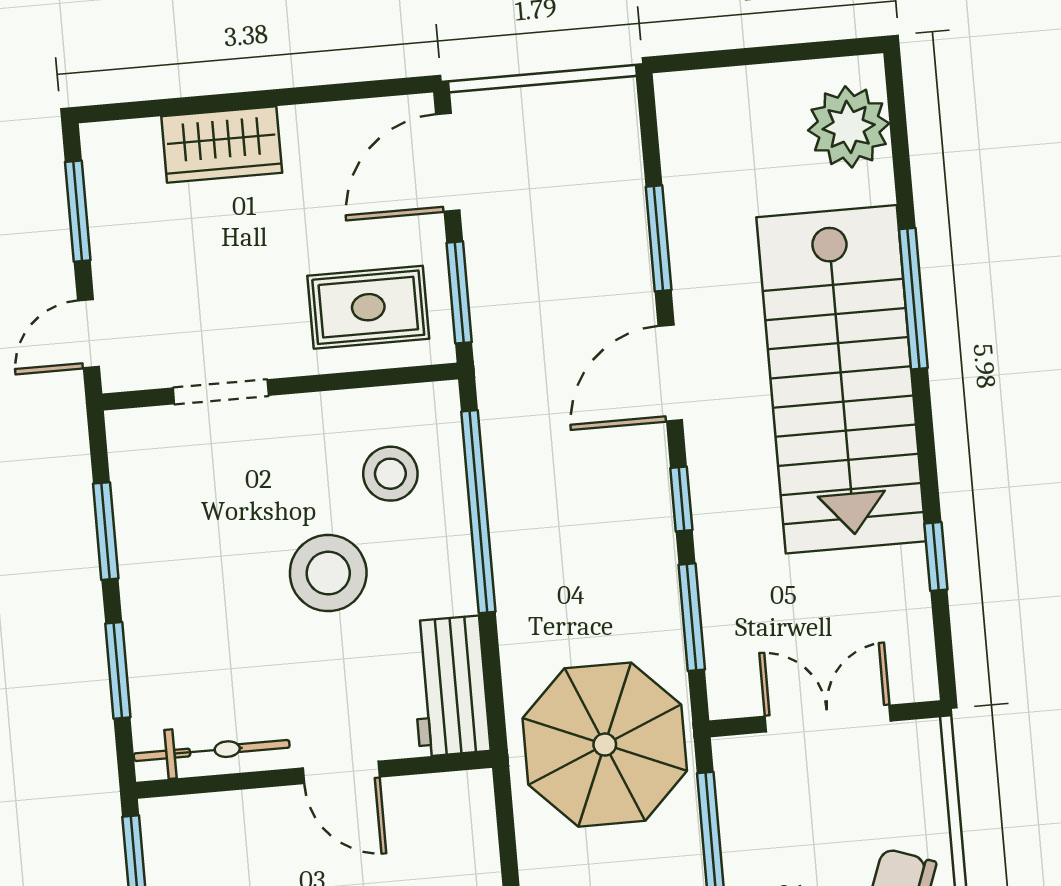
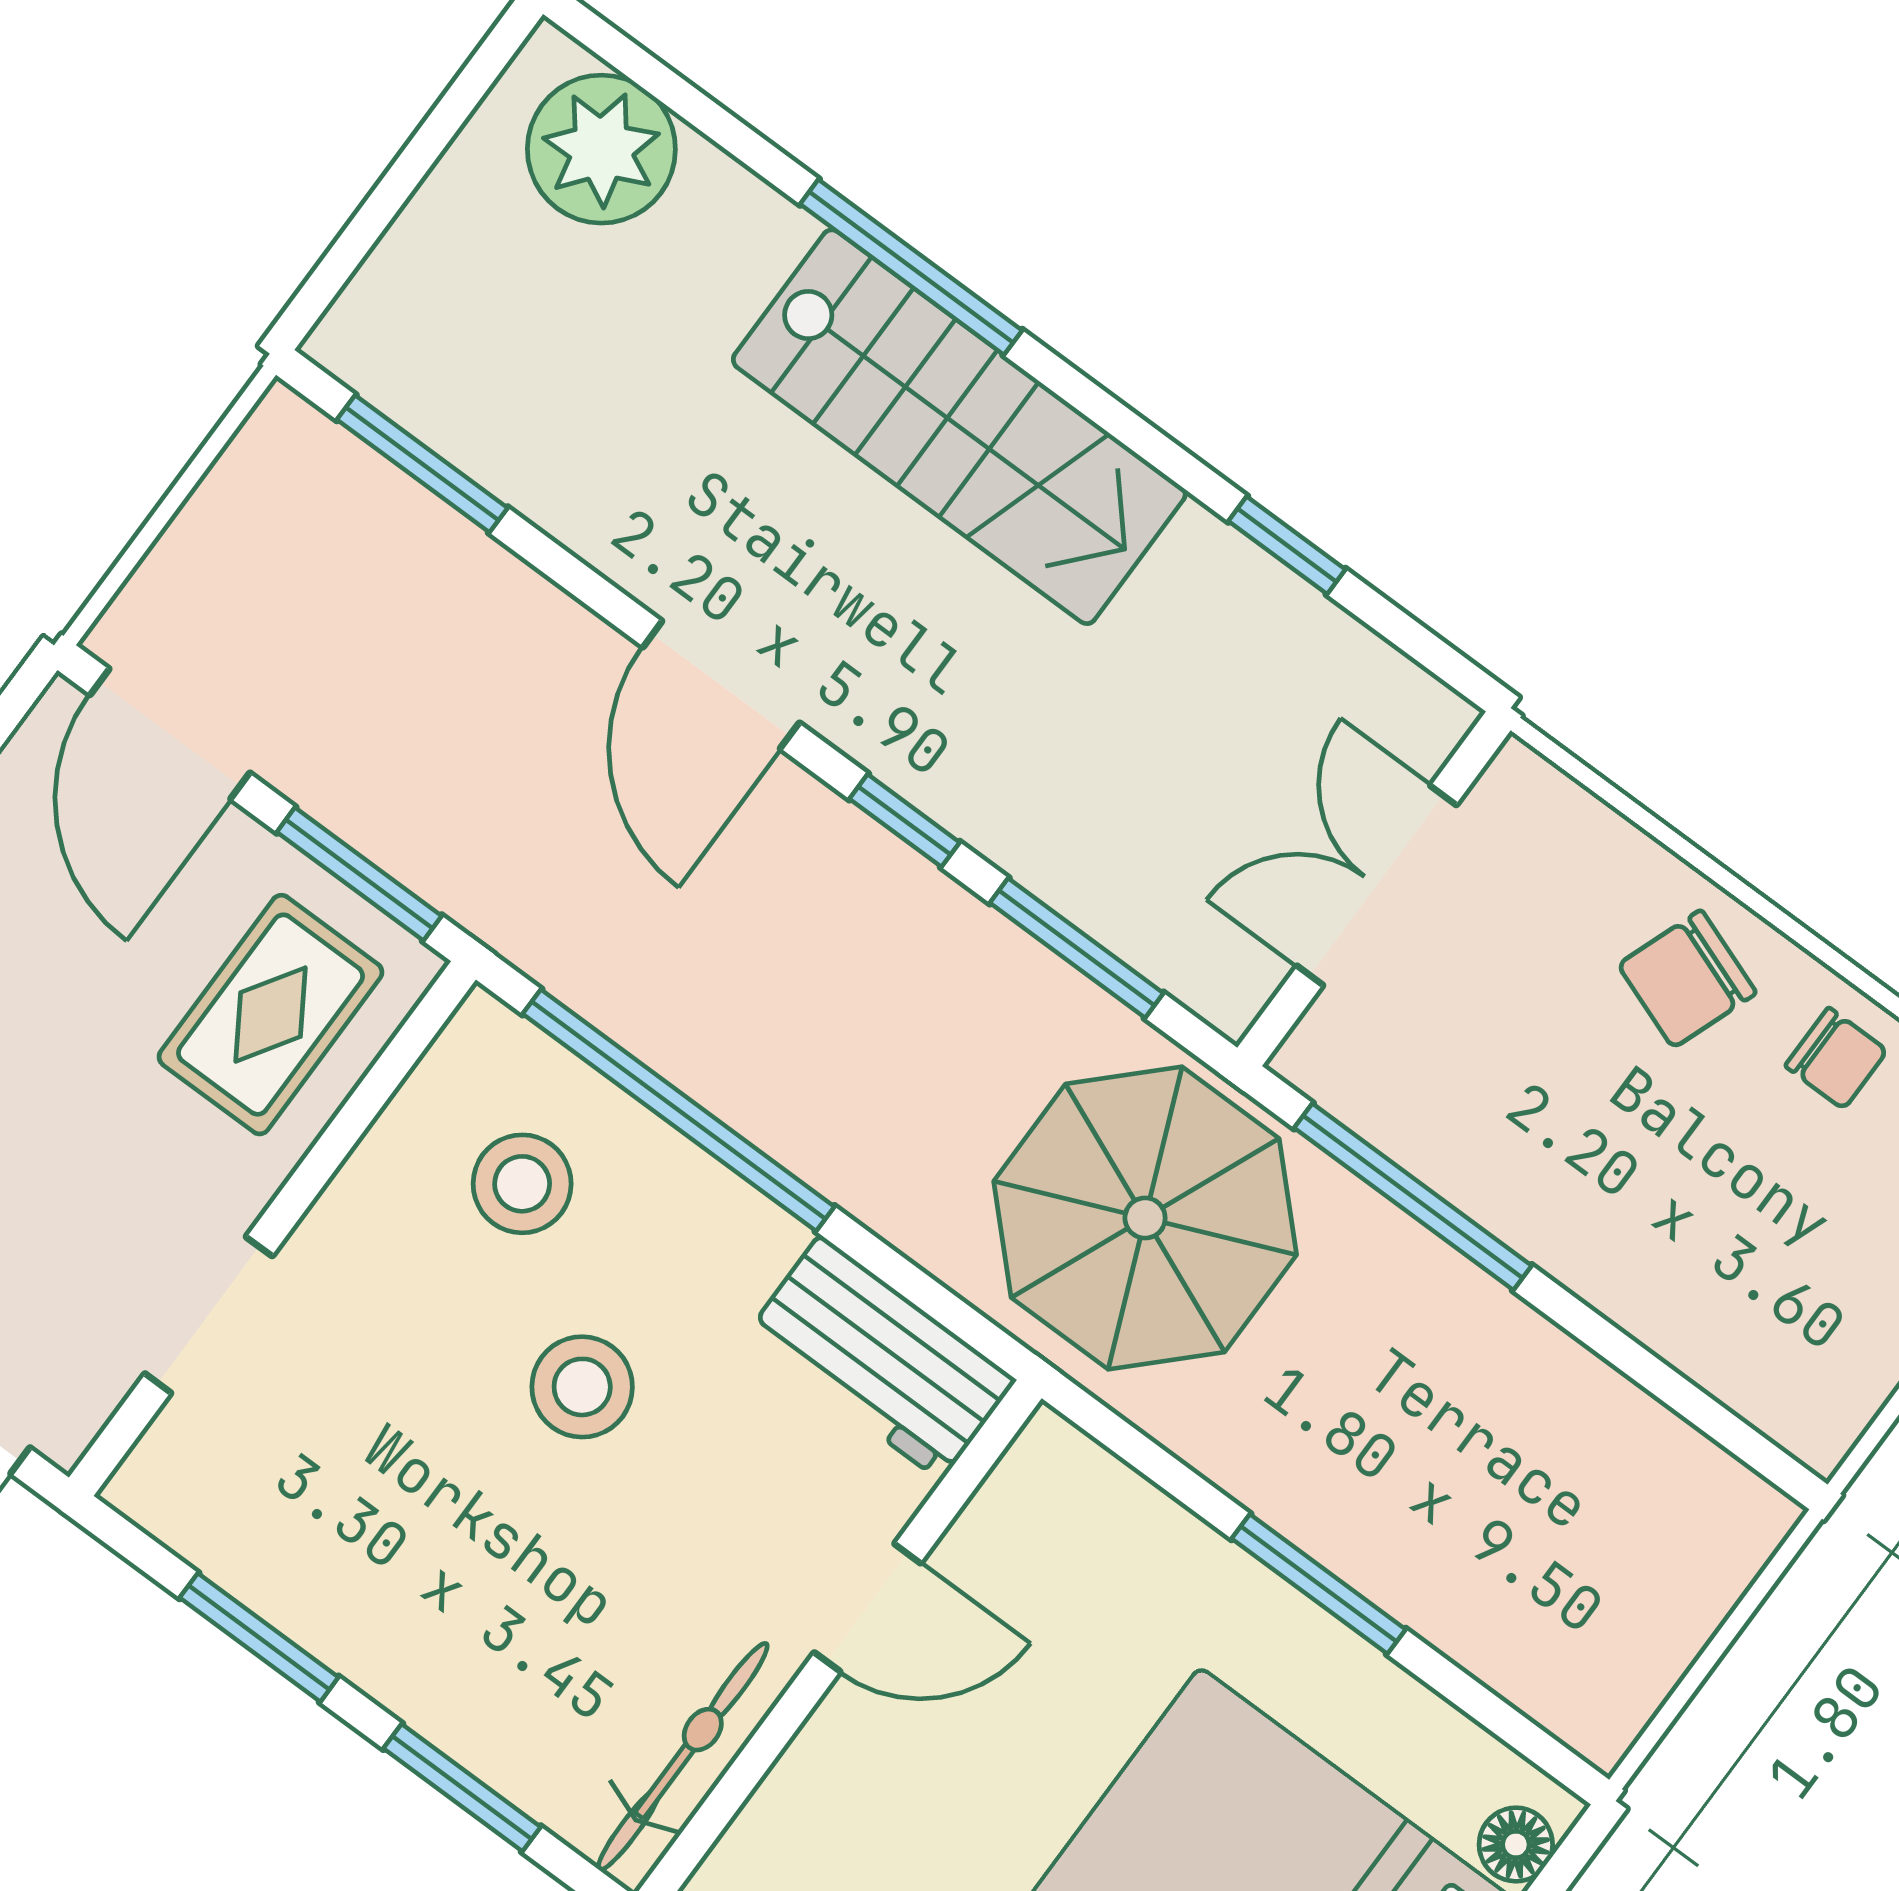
window: (659, 238) -> (422, 464), moved
stairs: (841, 379) -> (959, 427), width x0.73, depth x0.66
stool: (328, 573) -> (582, 1387), width x0.73, depth x0.73

